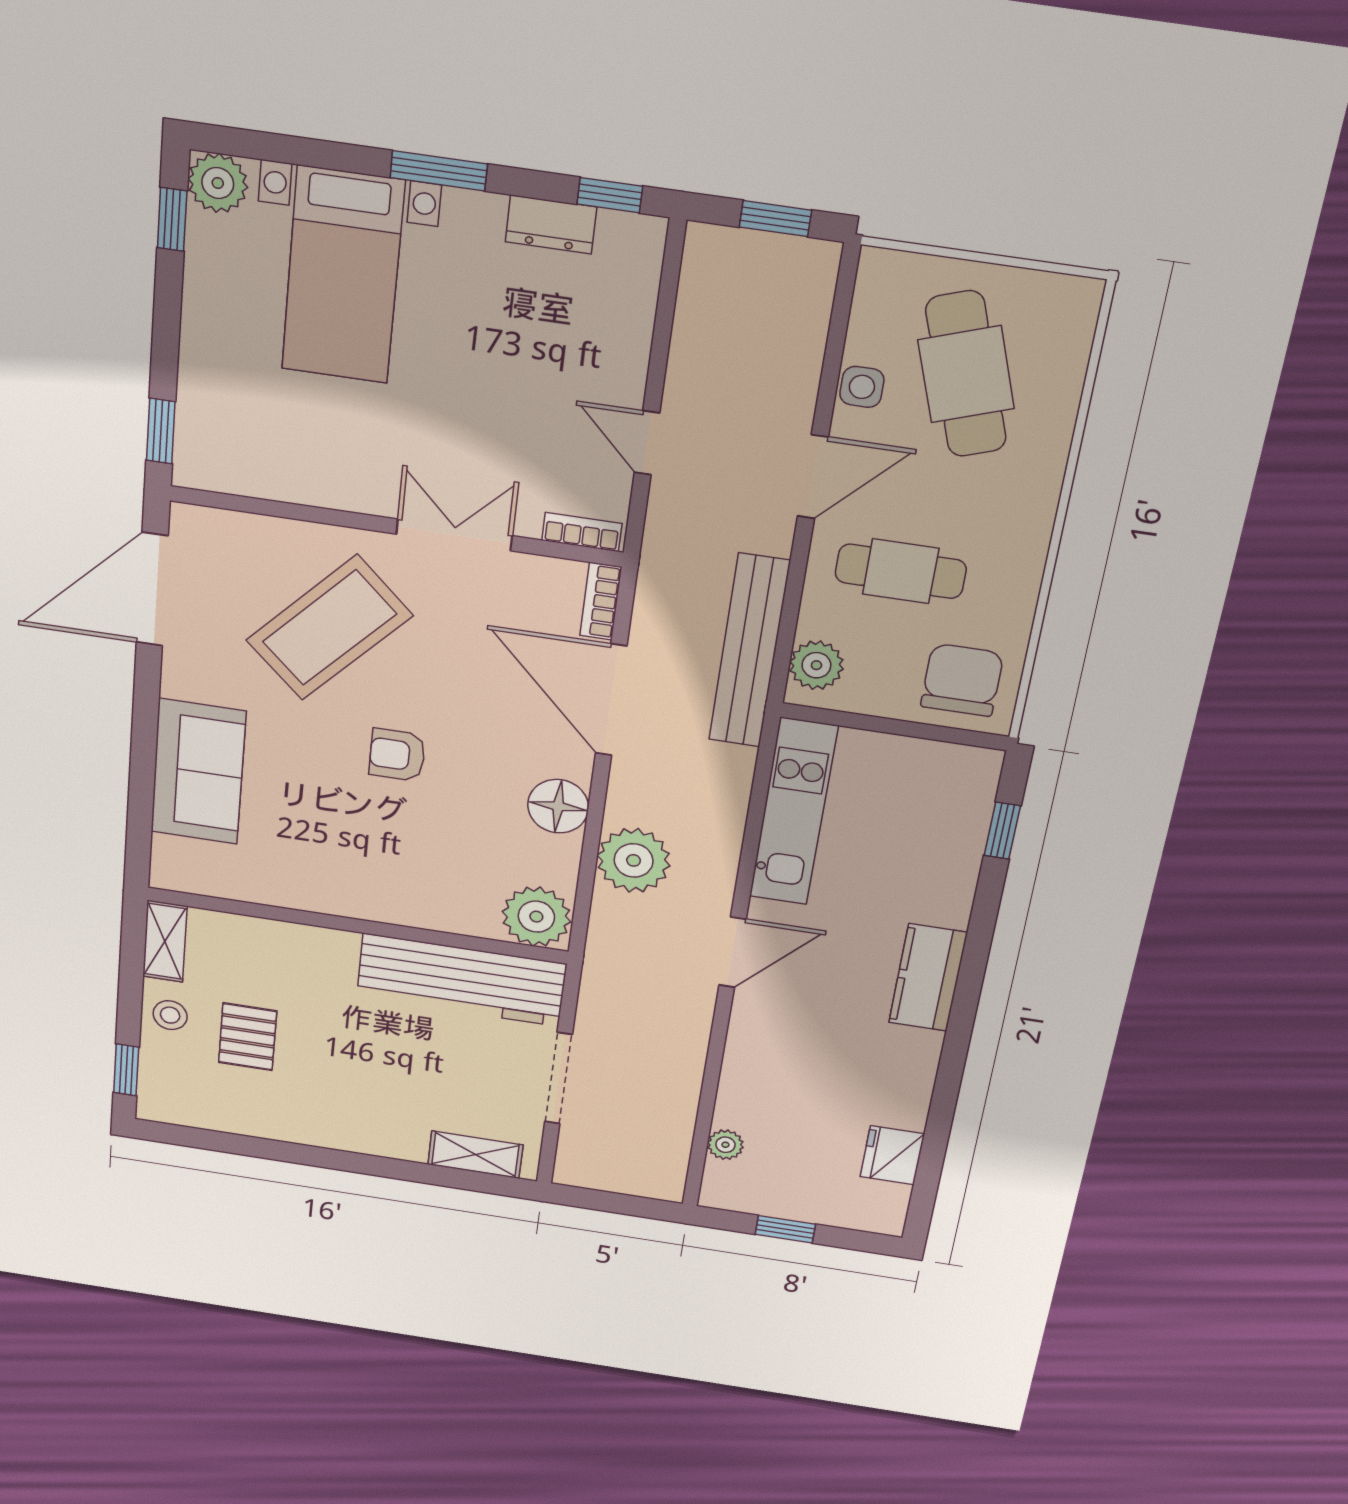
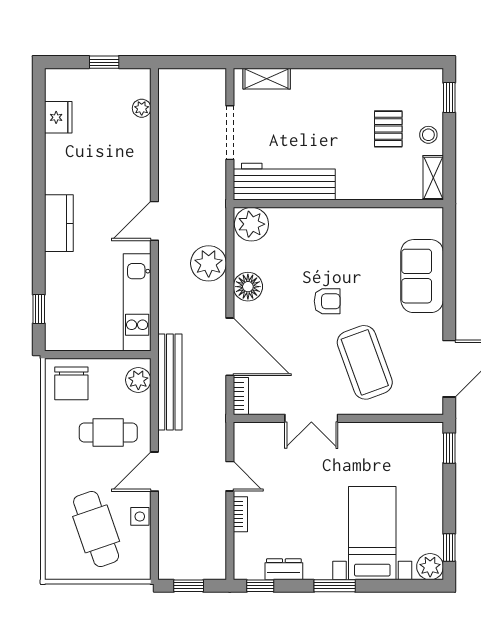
bookcase: (582, 532) -> (240, 514), moved, turned -90
coffee table: (329, 628) -> (365, 362), turned -63

